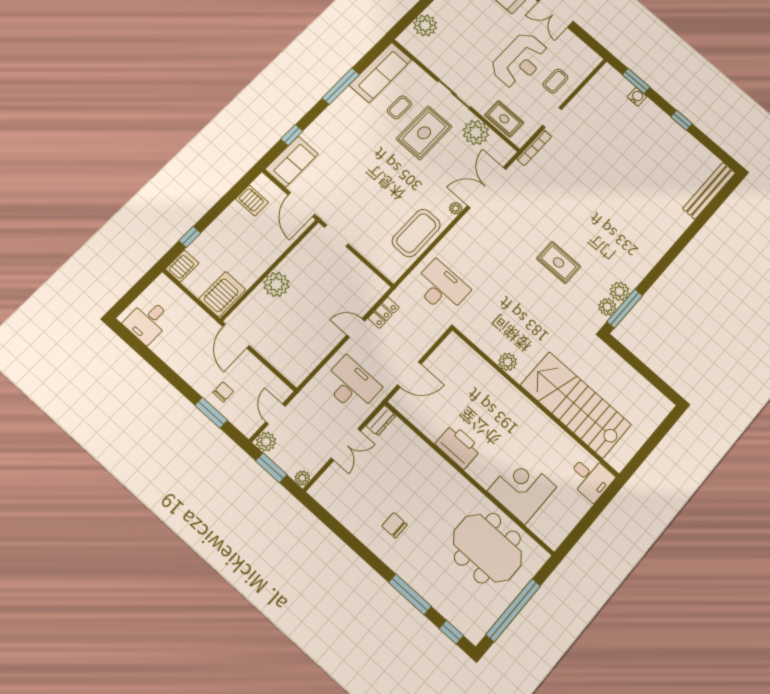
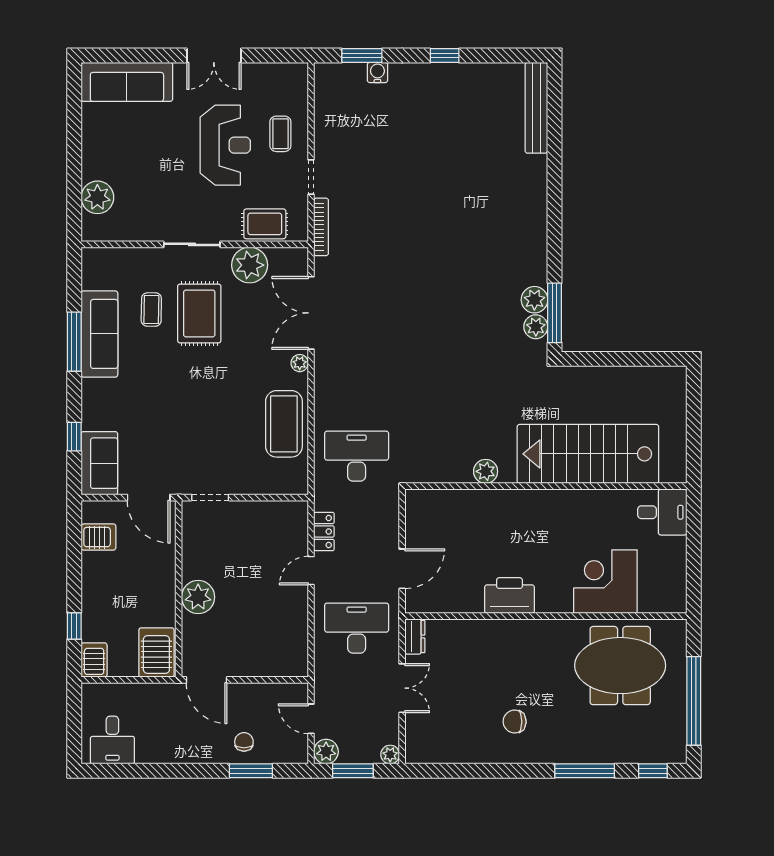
sofa: (380, 72) -> (99, 334), moved
rug: (559, 262) -> (449, 325), removed

